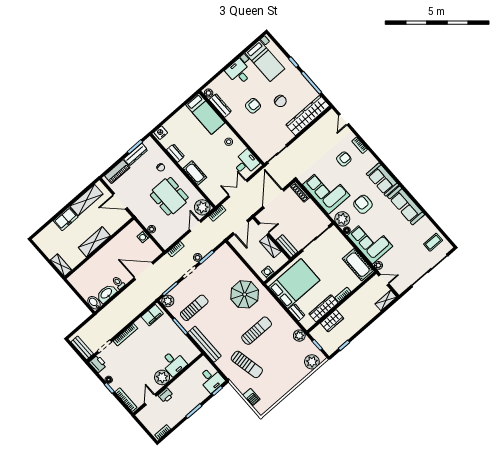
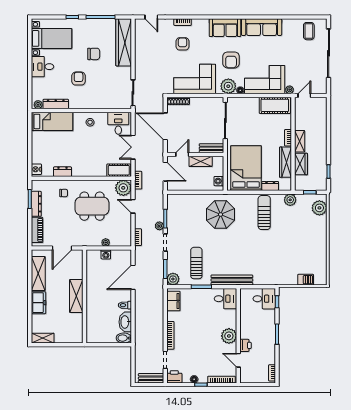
cot: (195, 173) -> (119, 170), moved
armchair: (363, 204) -> (231, 60), turned -90
shelving: (61, 265) -> (43, 338), moved
shelving: (386, 300) -> (300, 141), moved
sun lounger: (257, 331) -> (264, 213), moved
desk: (174, 363) -> (226, 299), moved
sun lounger: (247, 364) -> (277, 261), removed

